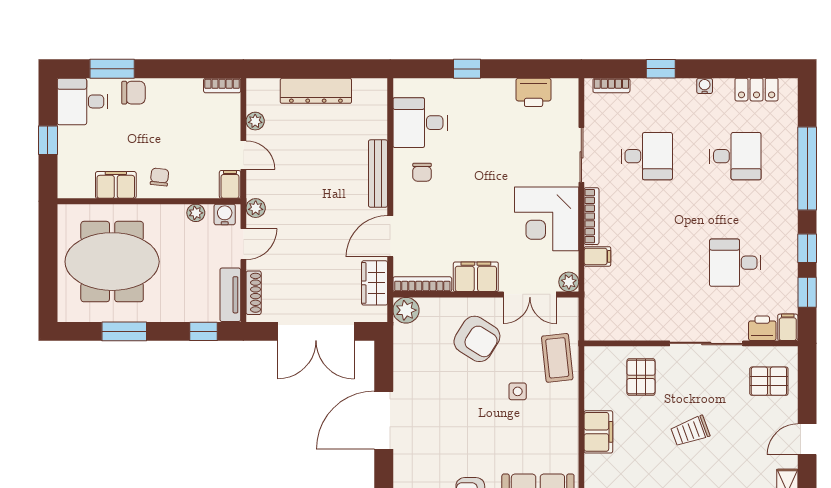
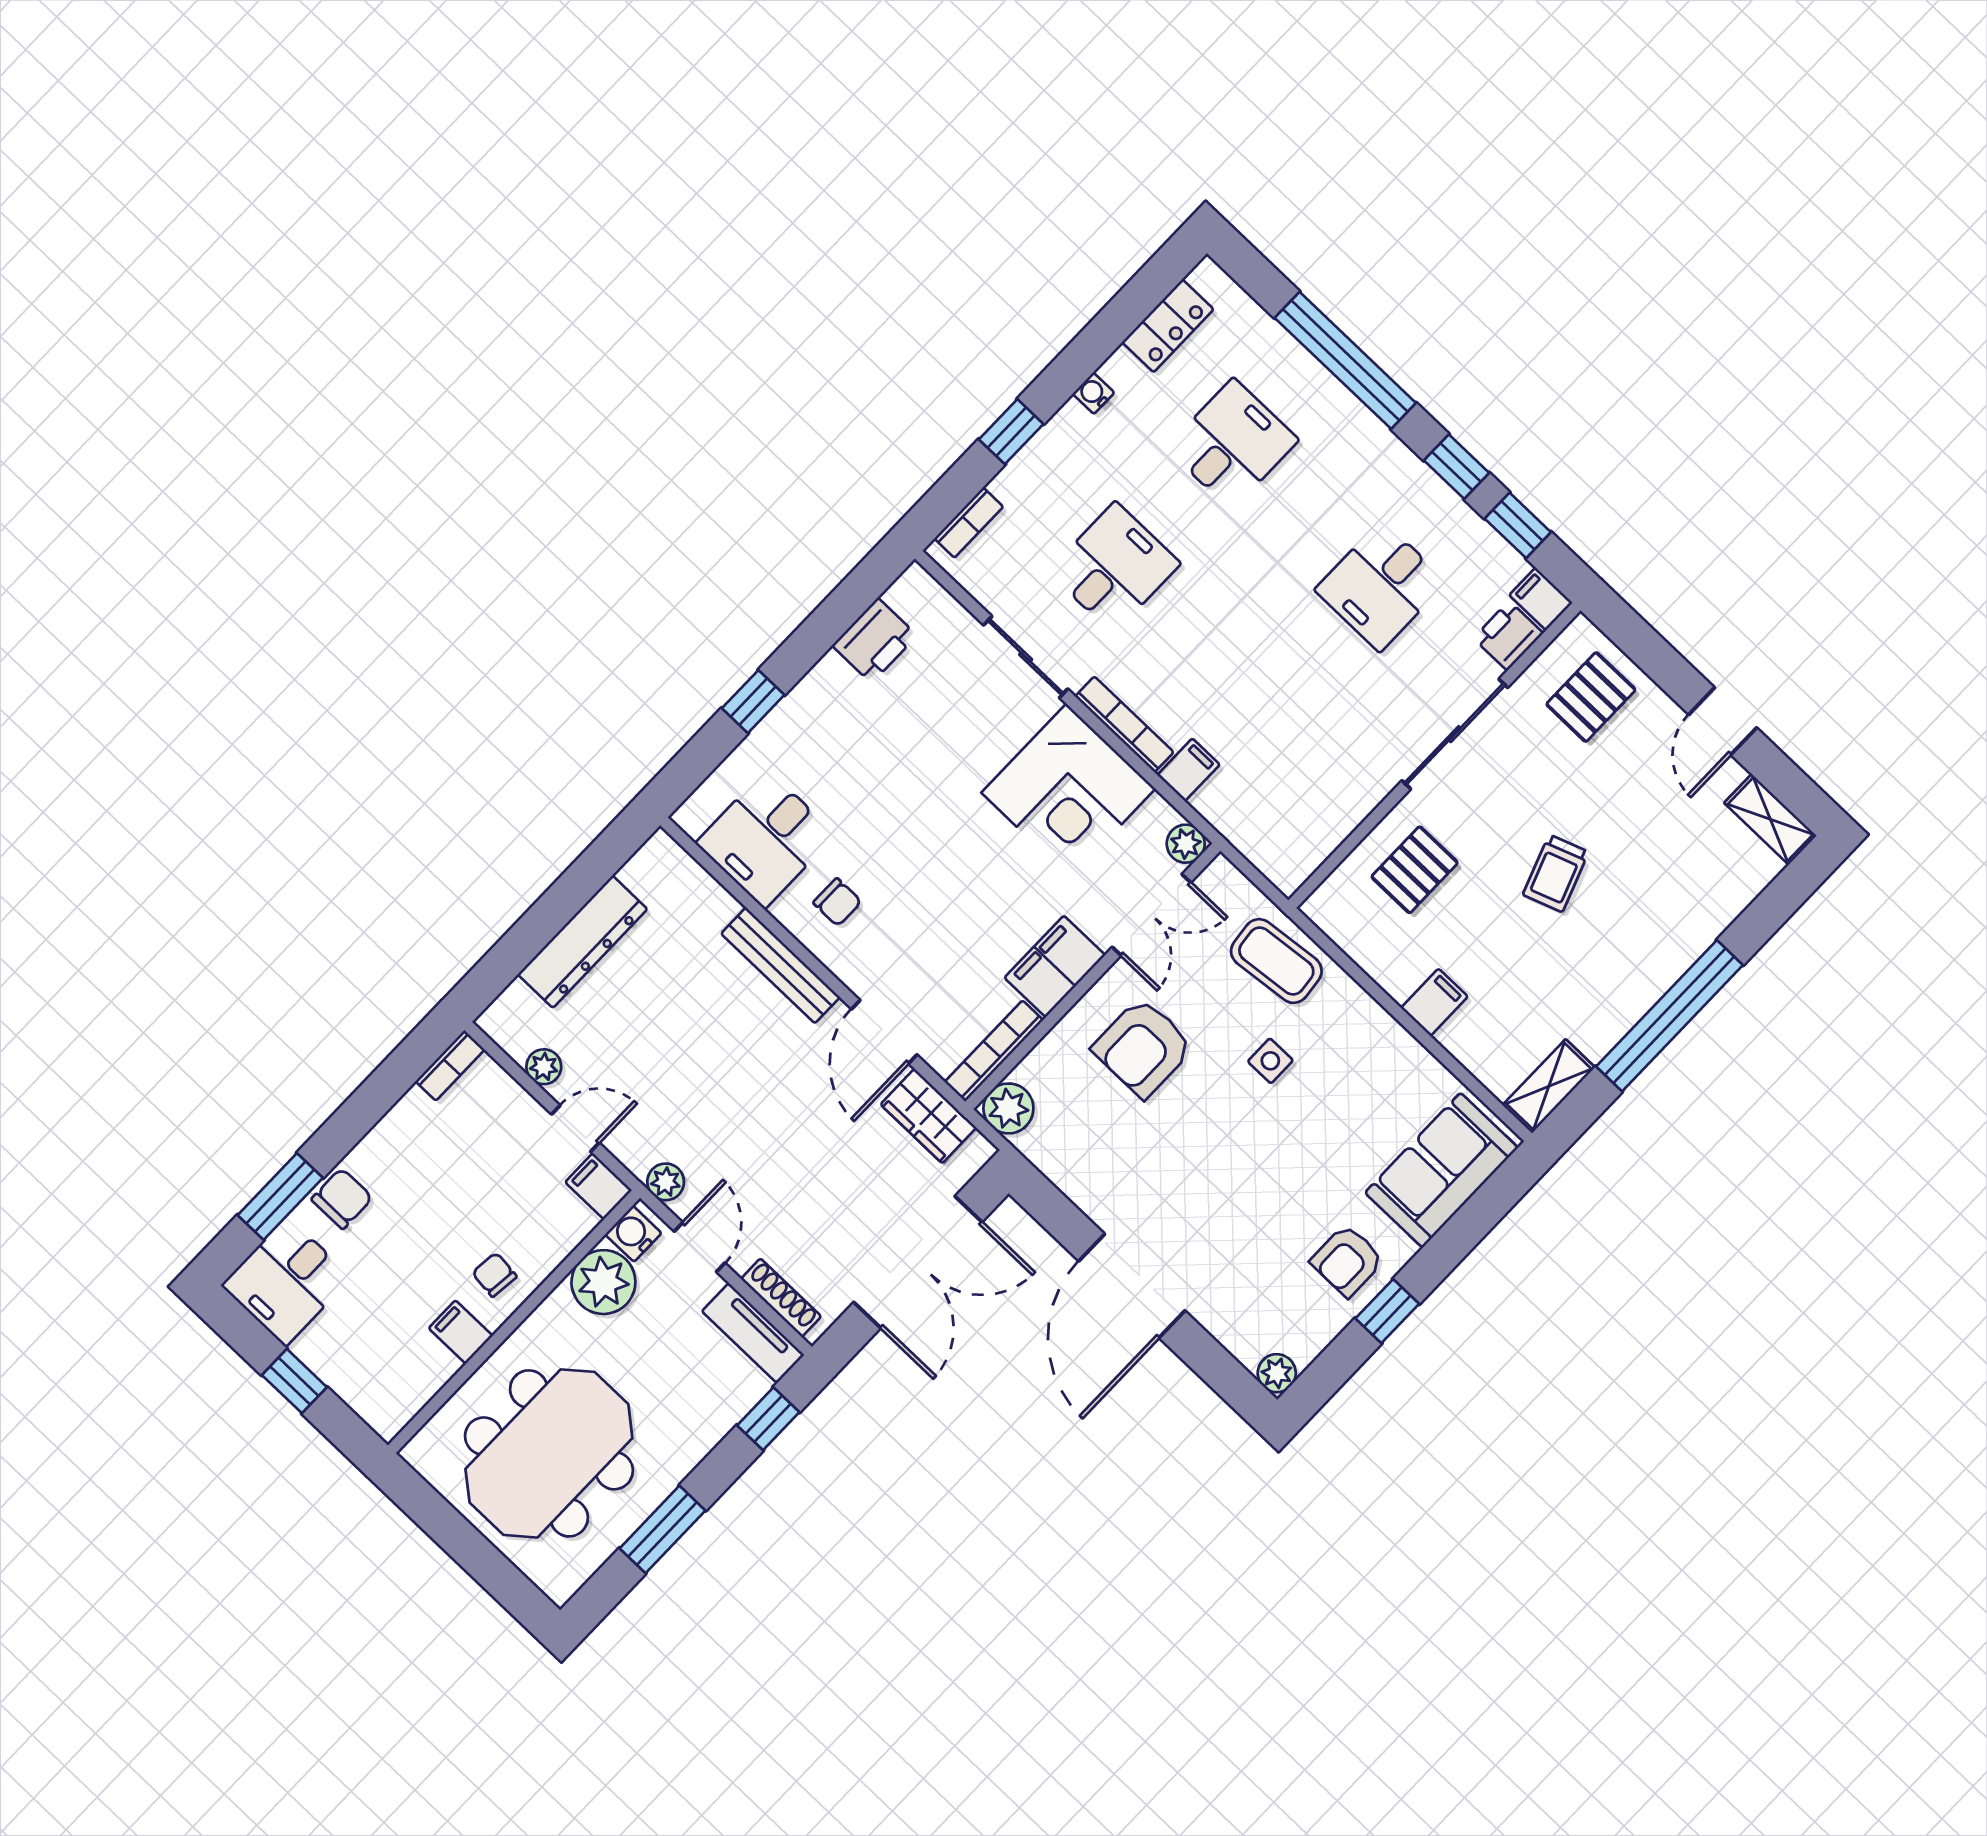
filing cabinet: (116, 185) -> (461, 1332), width x0.50
plant: (196, 213) -> (603, 1282), width x1.88, depth x1.88
armchair: (477, 339) -> (1143, 1048), turned 148
pallet: (641, 377) -> (1415, 870), turned 90
filing cabinet: (598, 432) -> (1434, 1002), width x0.50

